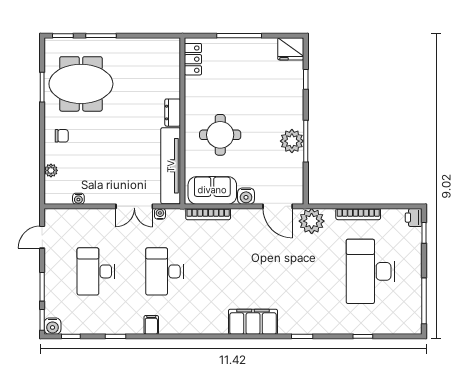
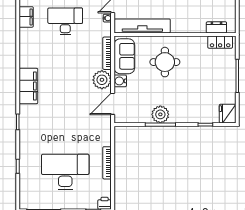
dresser: (173, 113) -> (216, 27), moved
plant: (312, 221) -> (102, 80), moved
filing cabinet: (151, 325) -> (26, 17), width x2.00

